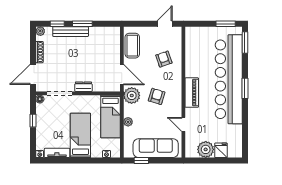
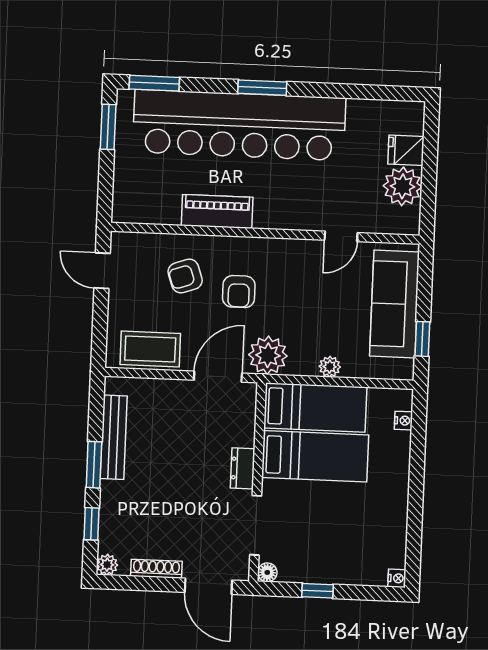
bench: (71, 32) -> (114, 437), moved
piano: (192, 93) -> (217, 211), moved
armchair: (157, 96) -> (239, 292), moved, turned -107
bed: (80, 135) -> (315, 456), moved, turned 180
tv unit: (57, 153) -> (396, 537), removed

